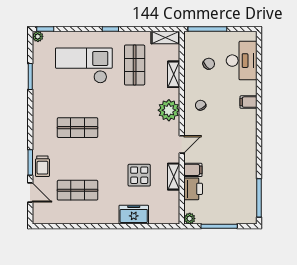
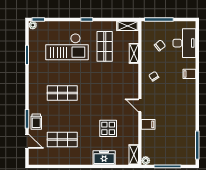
checkout: (84, 66) -> (67, 47), turned 180
plant: (169, 110) -> (130, 80), removed
door: (182, 144) -> (140, 105), swing flipped
shelving: (174, 177) -> (134, 155), moved
printer: (193, 189) -> (148, 138), removed

